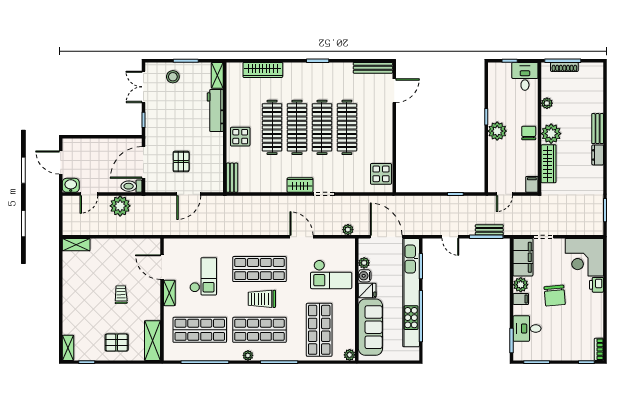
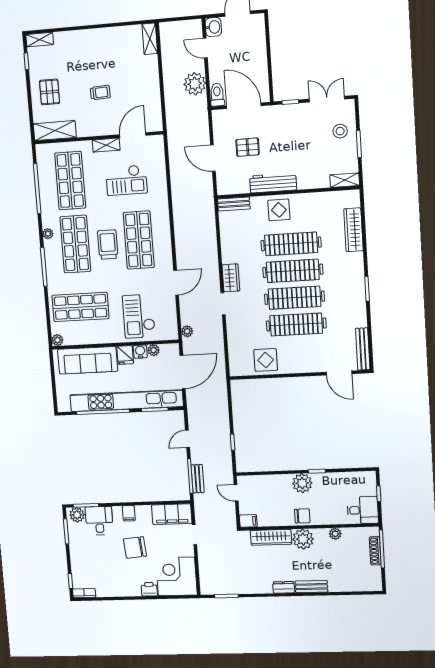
workbench: (215, 111) -> (273, 183), moved
display table: (381, 174) -> (266, 360), moved
plant: (521, 285) -> (77, 515), moved

